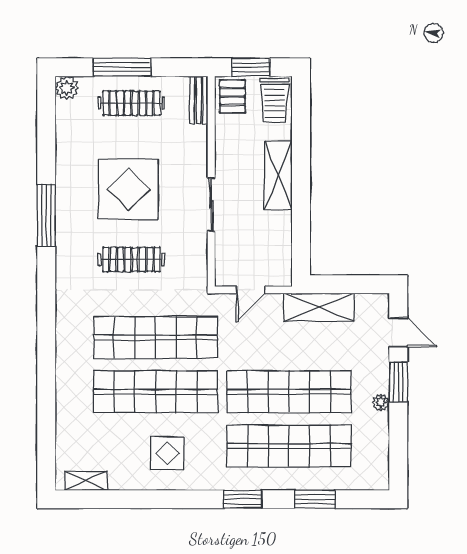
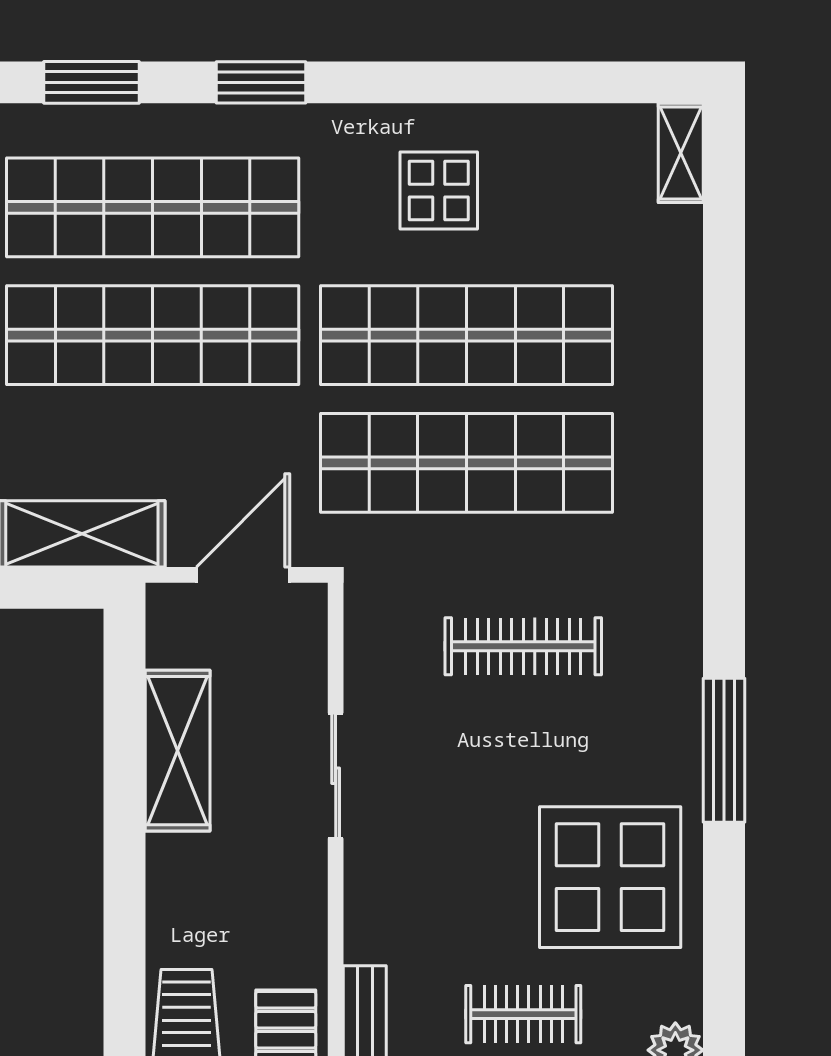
clothes rail: (131, 103) -> (523, 1014), width x0.73
shelving: (278, 175) -> (178, 751), moved
display table: (128, 189) -> (610, 877), moved
door: (251, 290) -> (243, 575), width x1.38
shelving: (86, 481) -> (681, 153), moved, turned 90

